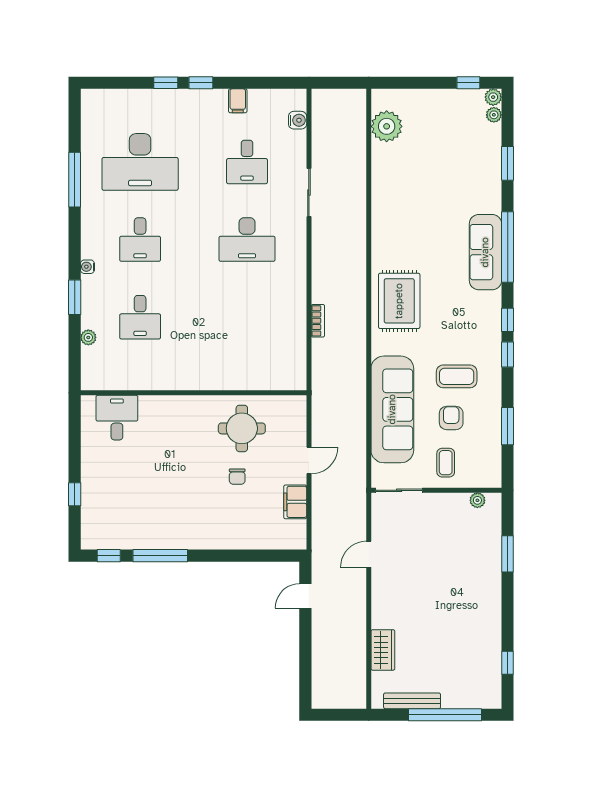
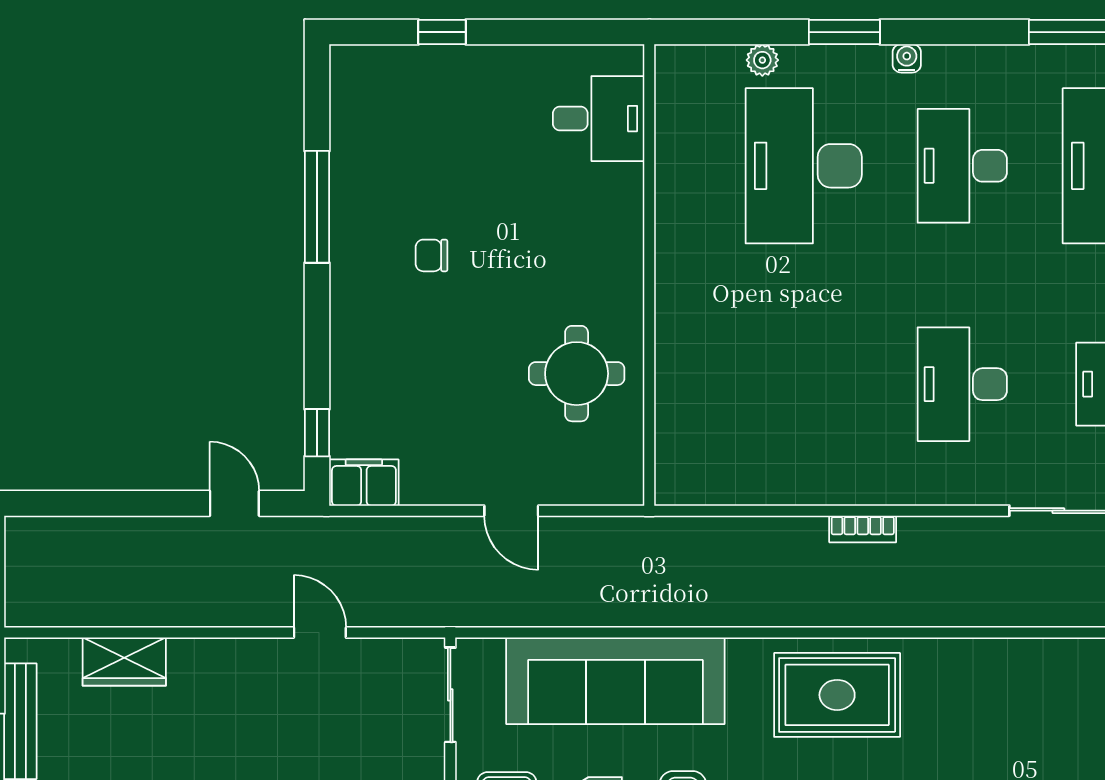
desk: (140, 240) -> (962, 166), width x1.37
desk: (140, 317) -> (804, 166), width x1.87, depth x1.30
bookcase: (318, 321) -> (863, 529), moved
chair: (237, 477) -> (432, 255), moved
filing cabinet: (295, 502) -> (364, 483), moved
window: (109, 556) -> (317, 433), moved

